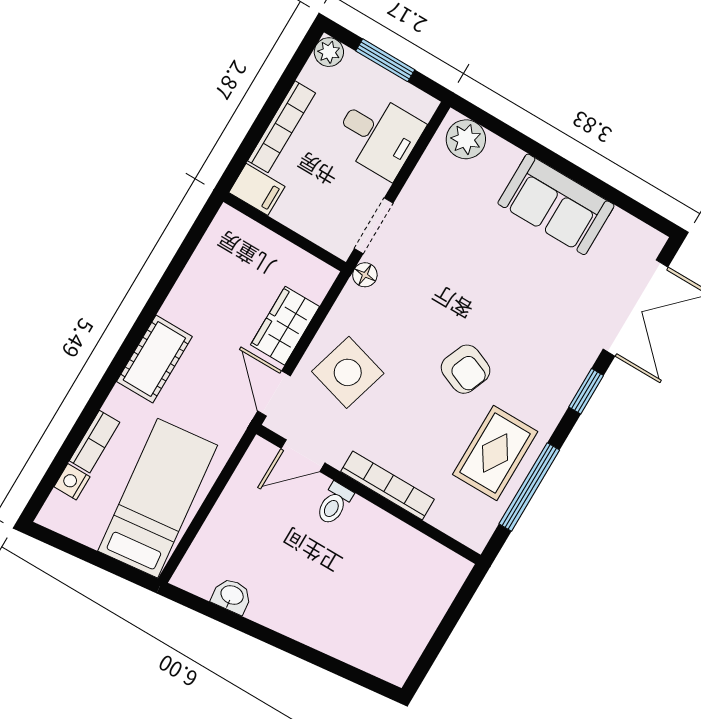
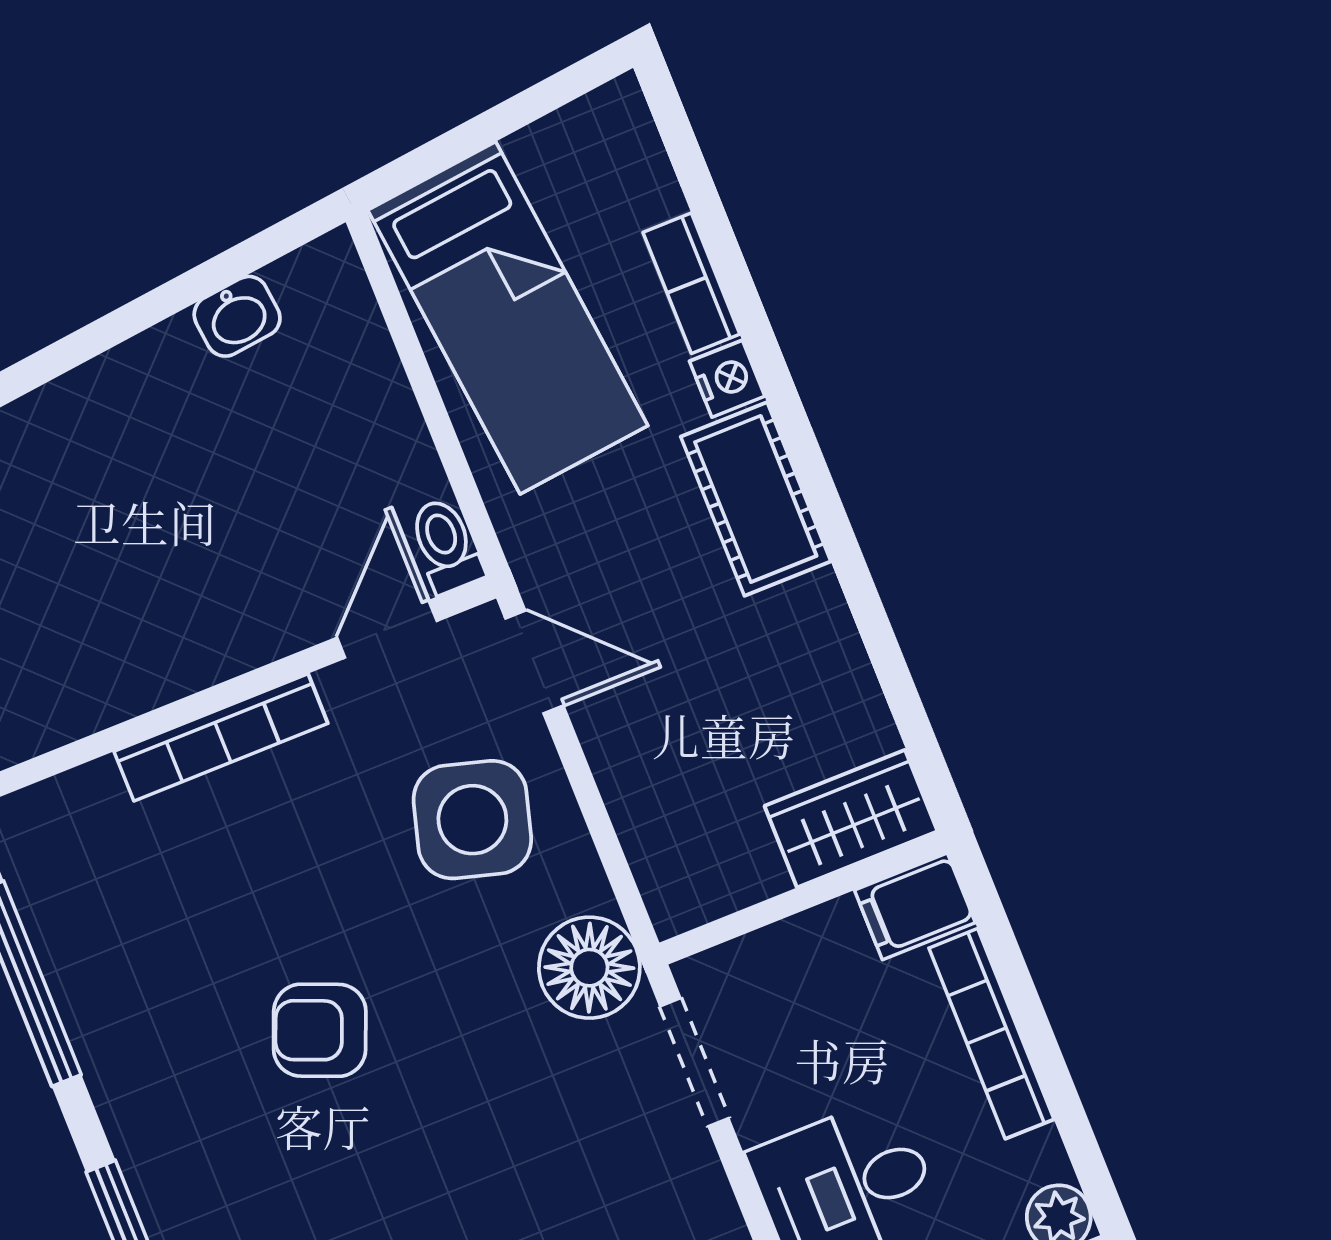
floor lamp: (365, 275) -> (589, 968), width x1.89, depth x1.89
wardrobe: (285, 326) -> (851, 819), moved, turned -90
rug: (495, 453) -> (133, 969), removed
nightstand: (72, 482) -> (727, 379), moved
toilet: (334, 504) -> (446, 545), moved

